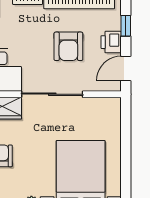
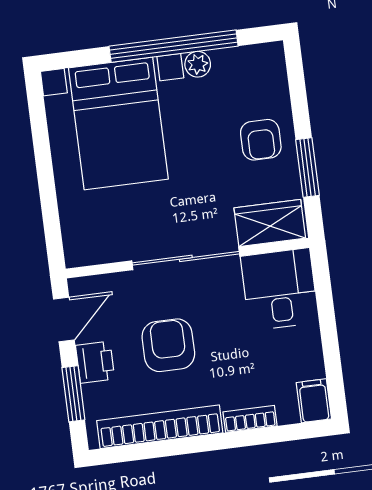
window: (126, 26) -> (73, 394), width x1.50

